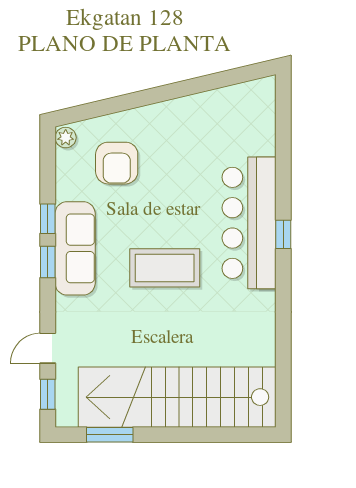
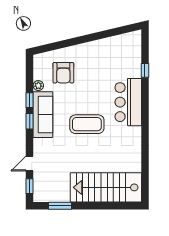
plant: (66, 138) -> (38, 86), moved
bar counter: (249, 223) -> (128, 102), width x0.73
window: (283, 234) -> (145, 70), moved
stairs: (177, 397) -> (106, 187), width x0.73

